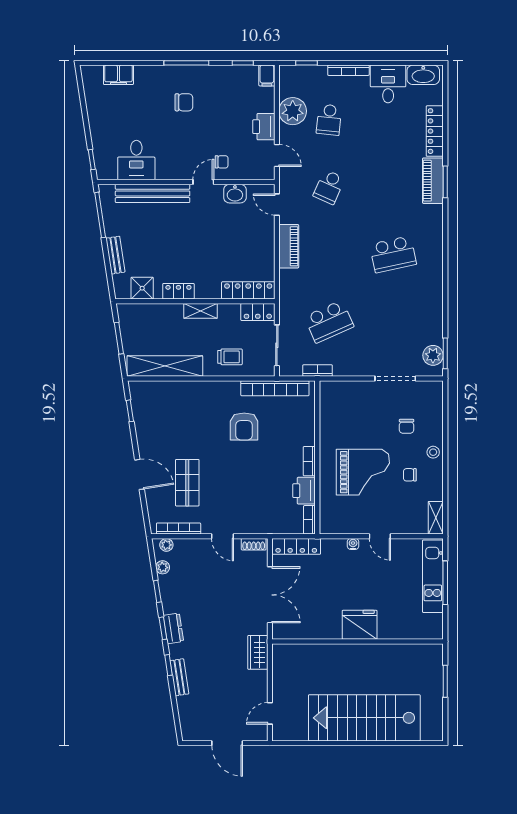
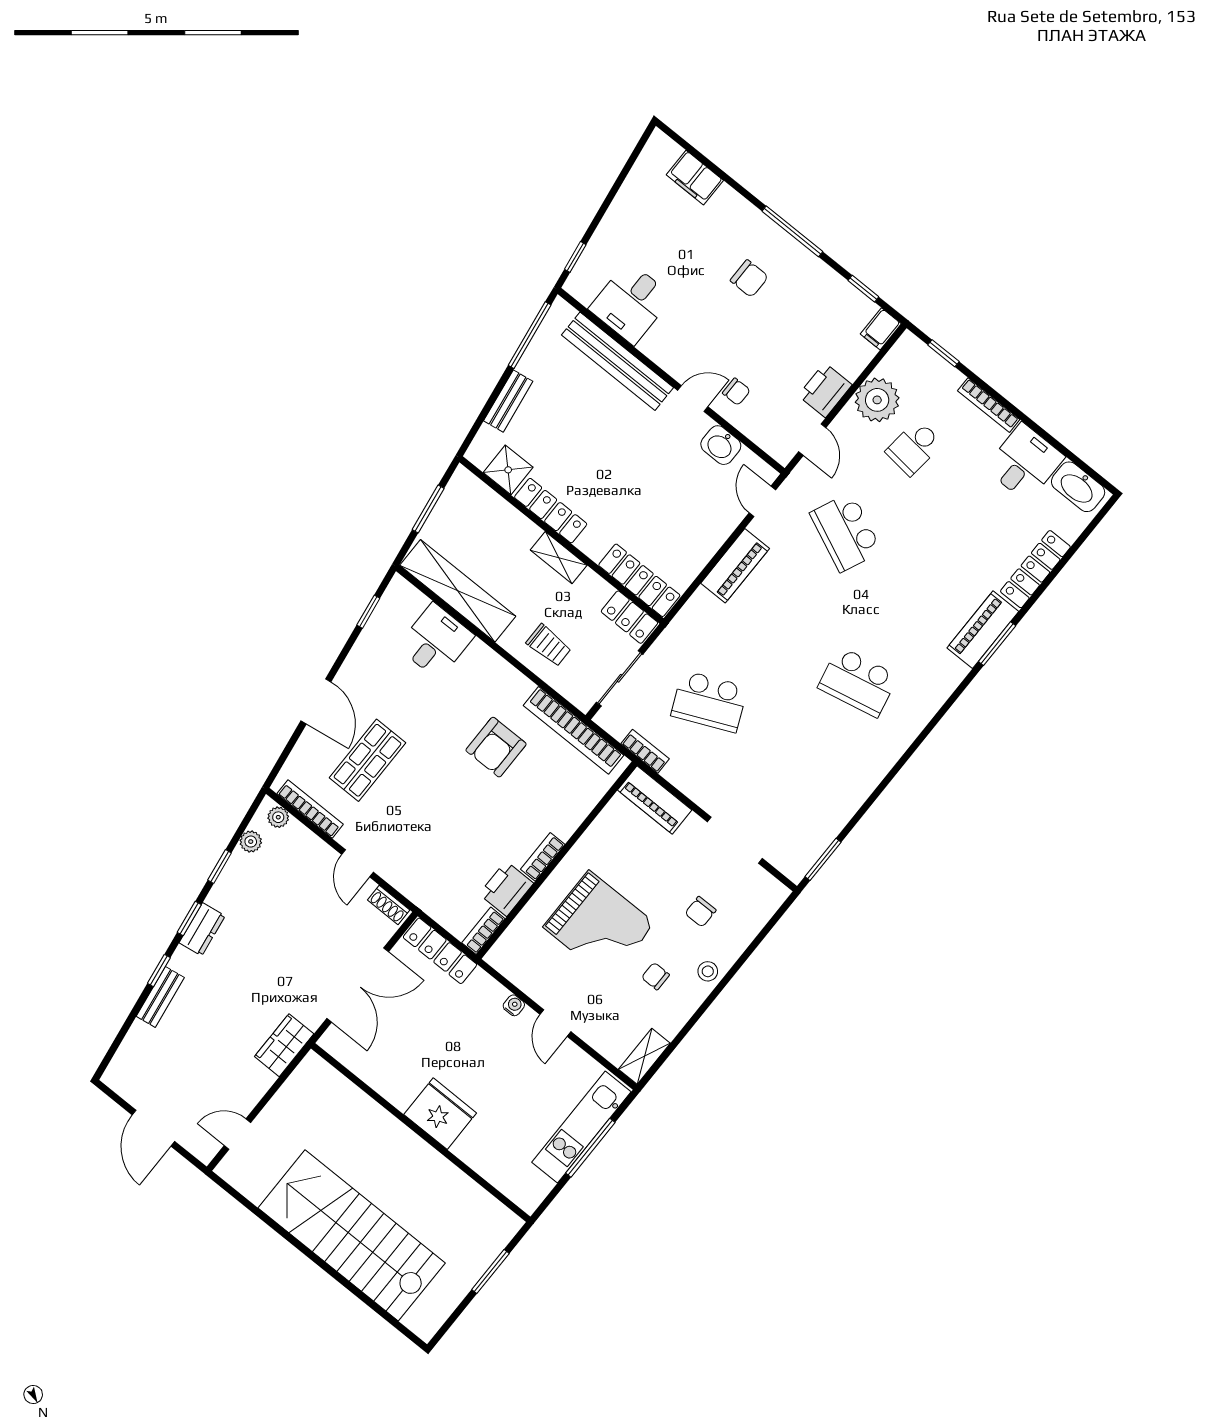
school desk: (329, 187) -> (846, 532), width x1.85
locker: (178, 291) -> (551, 511), width x1.53
plant: (433, 355) -> (806, 849), removed
piano: (341, 390) -> (655, 800), added
desk: (174, 399) -> (436, 641), added

